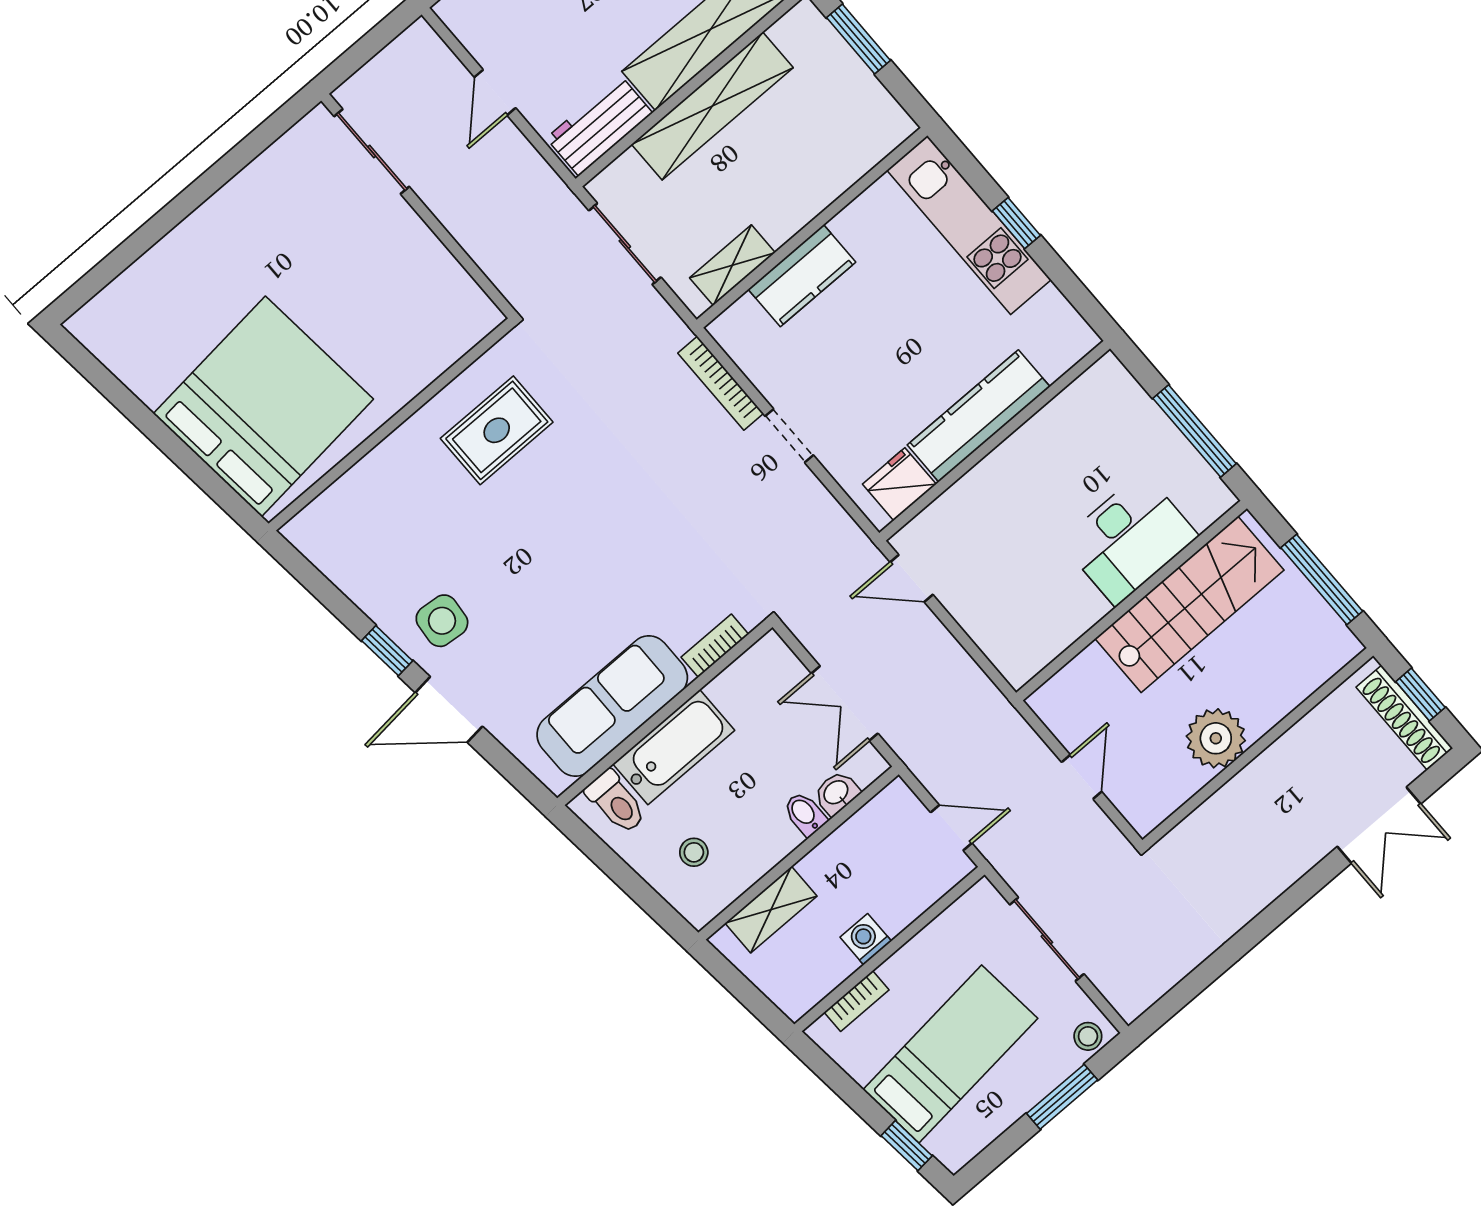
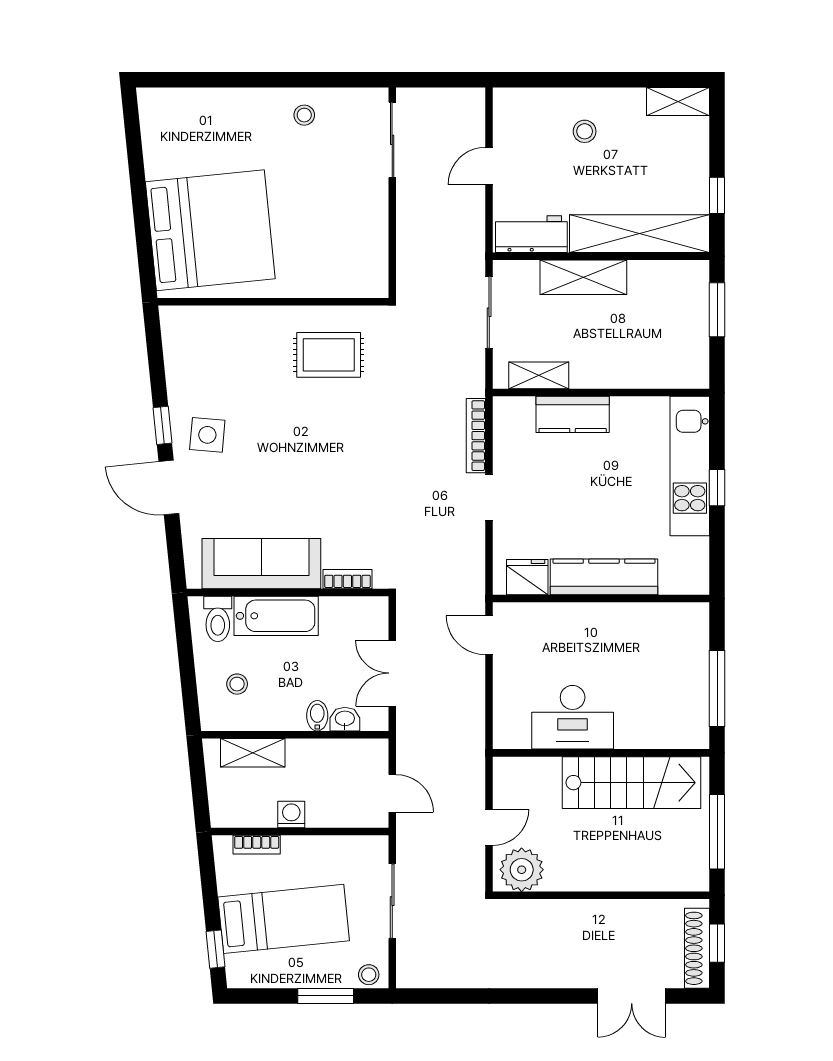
shelving: (712, 106) -> (583, 277), width x0.68
stool: (259, 204) -> (304, 115), added
desk: (1129, 539) -> (573, 717), moved
plant: (1216, 738) -> (522, 870), moved

